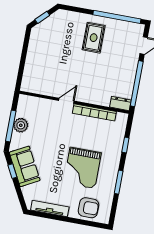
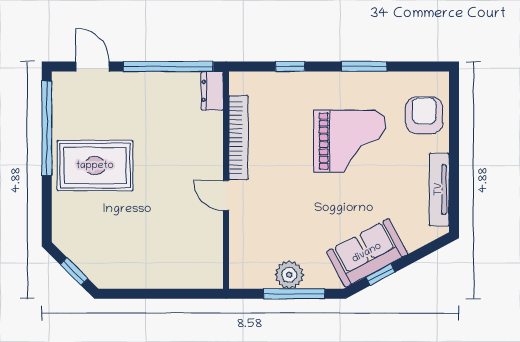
rug: (94, 38) -> (95, 166), width x1.36, depth x1.43

